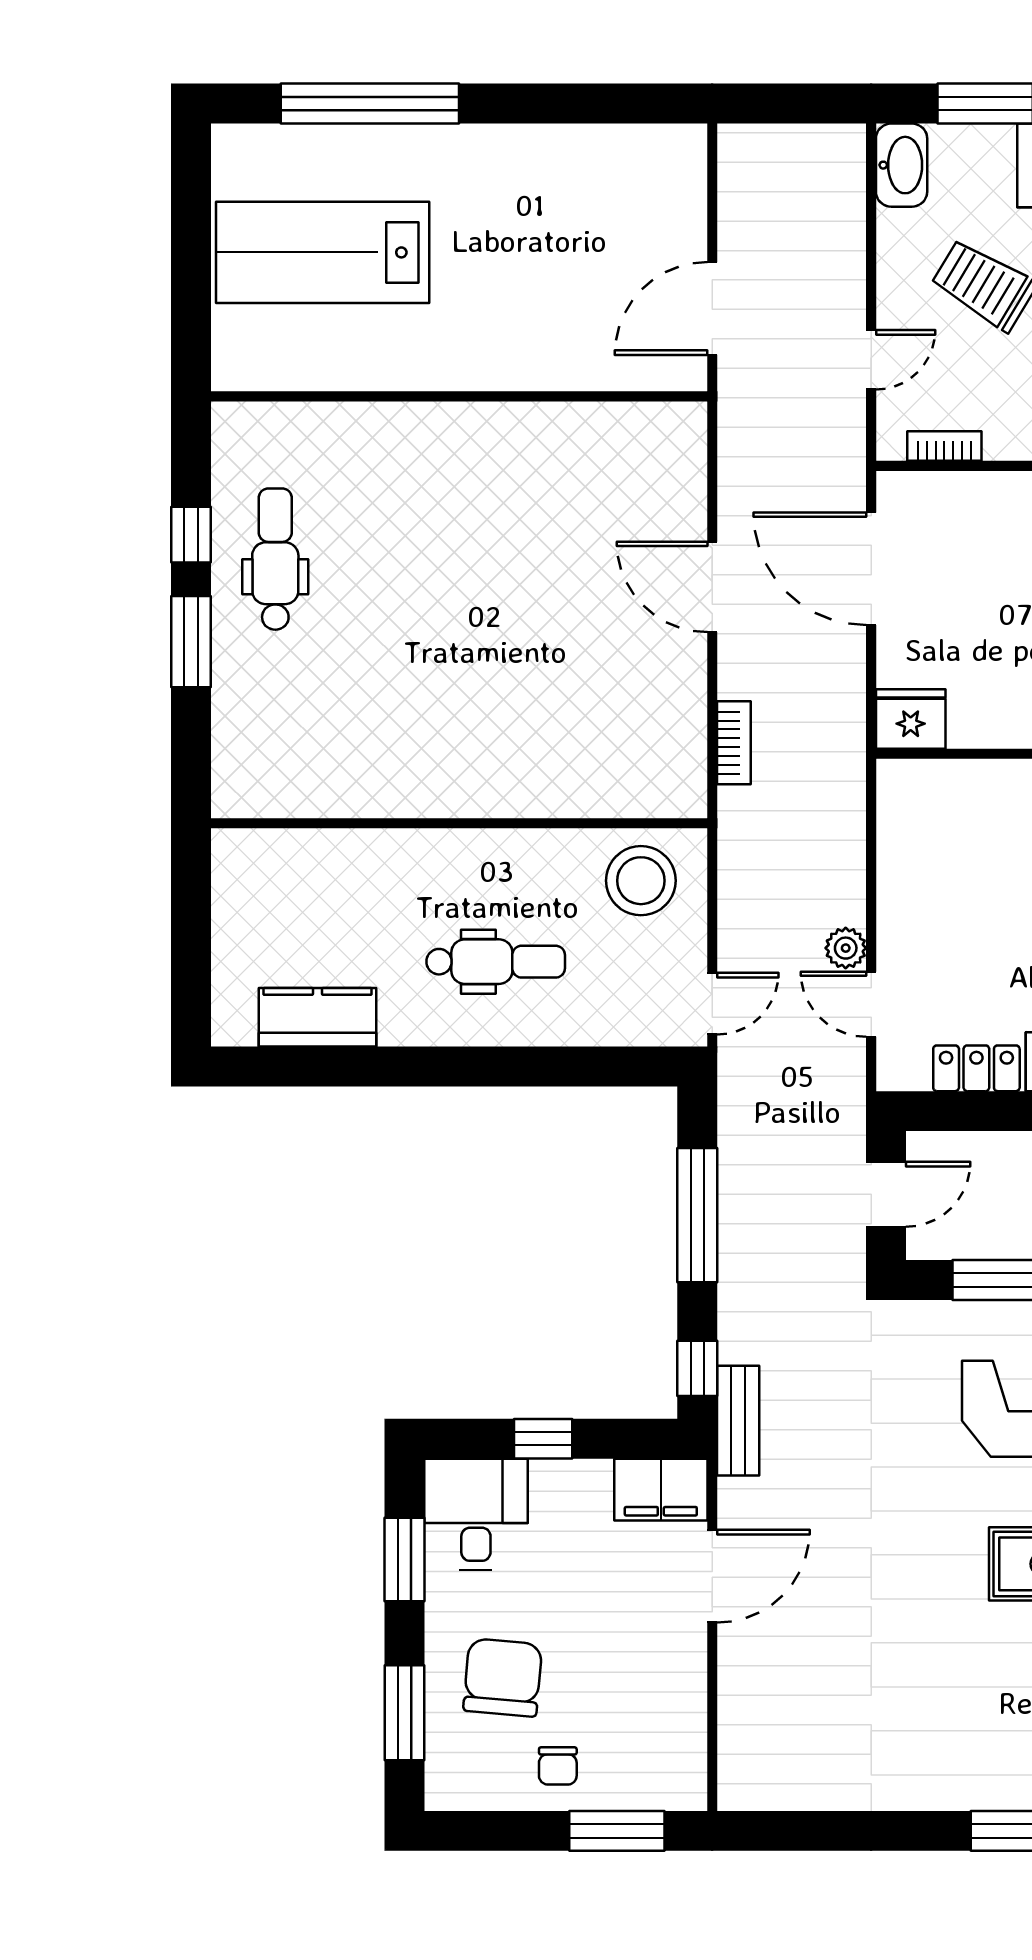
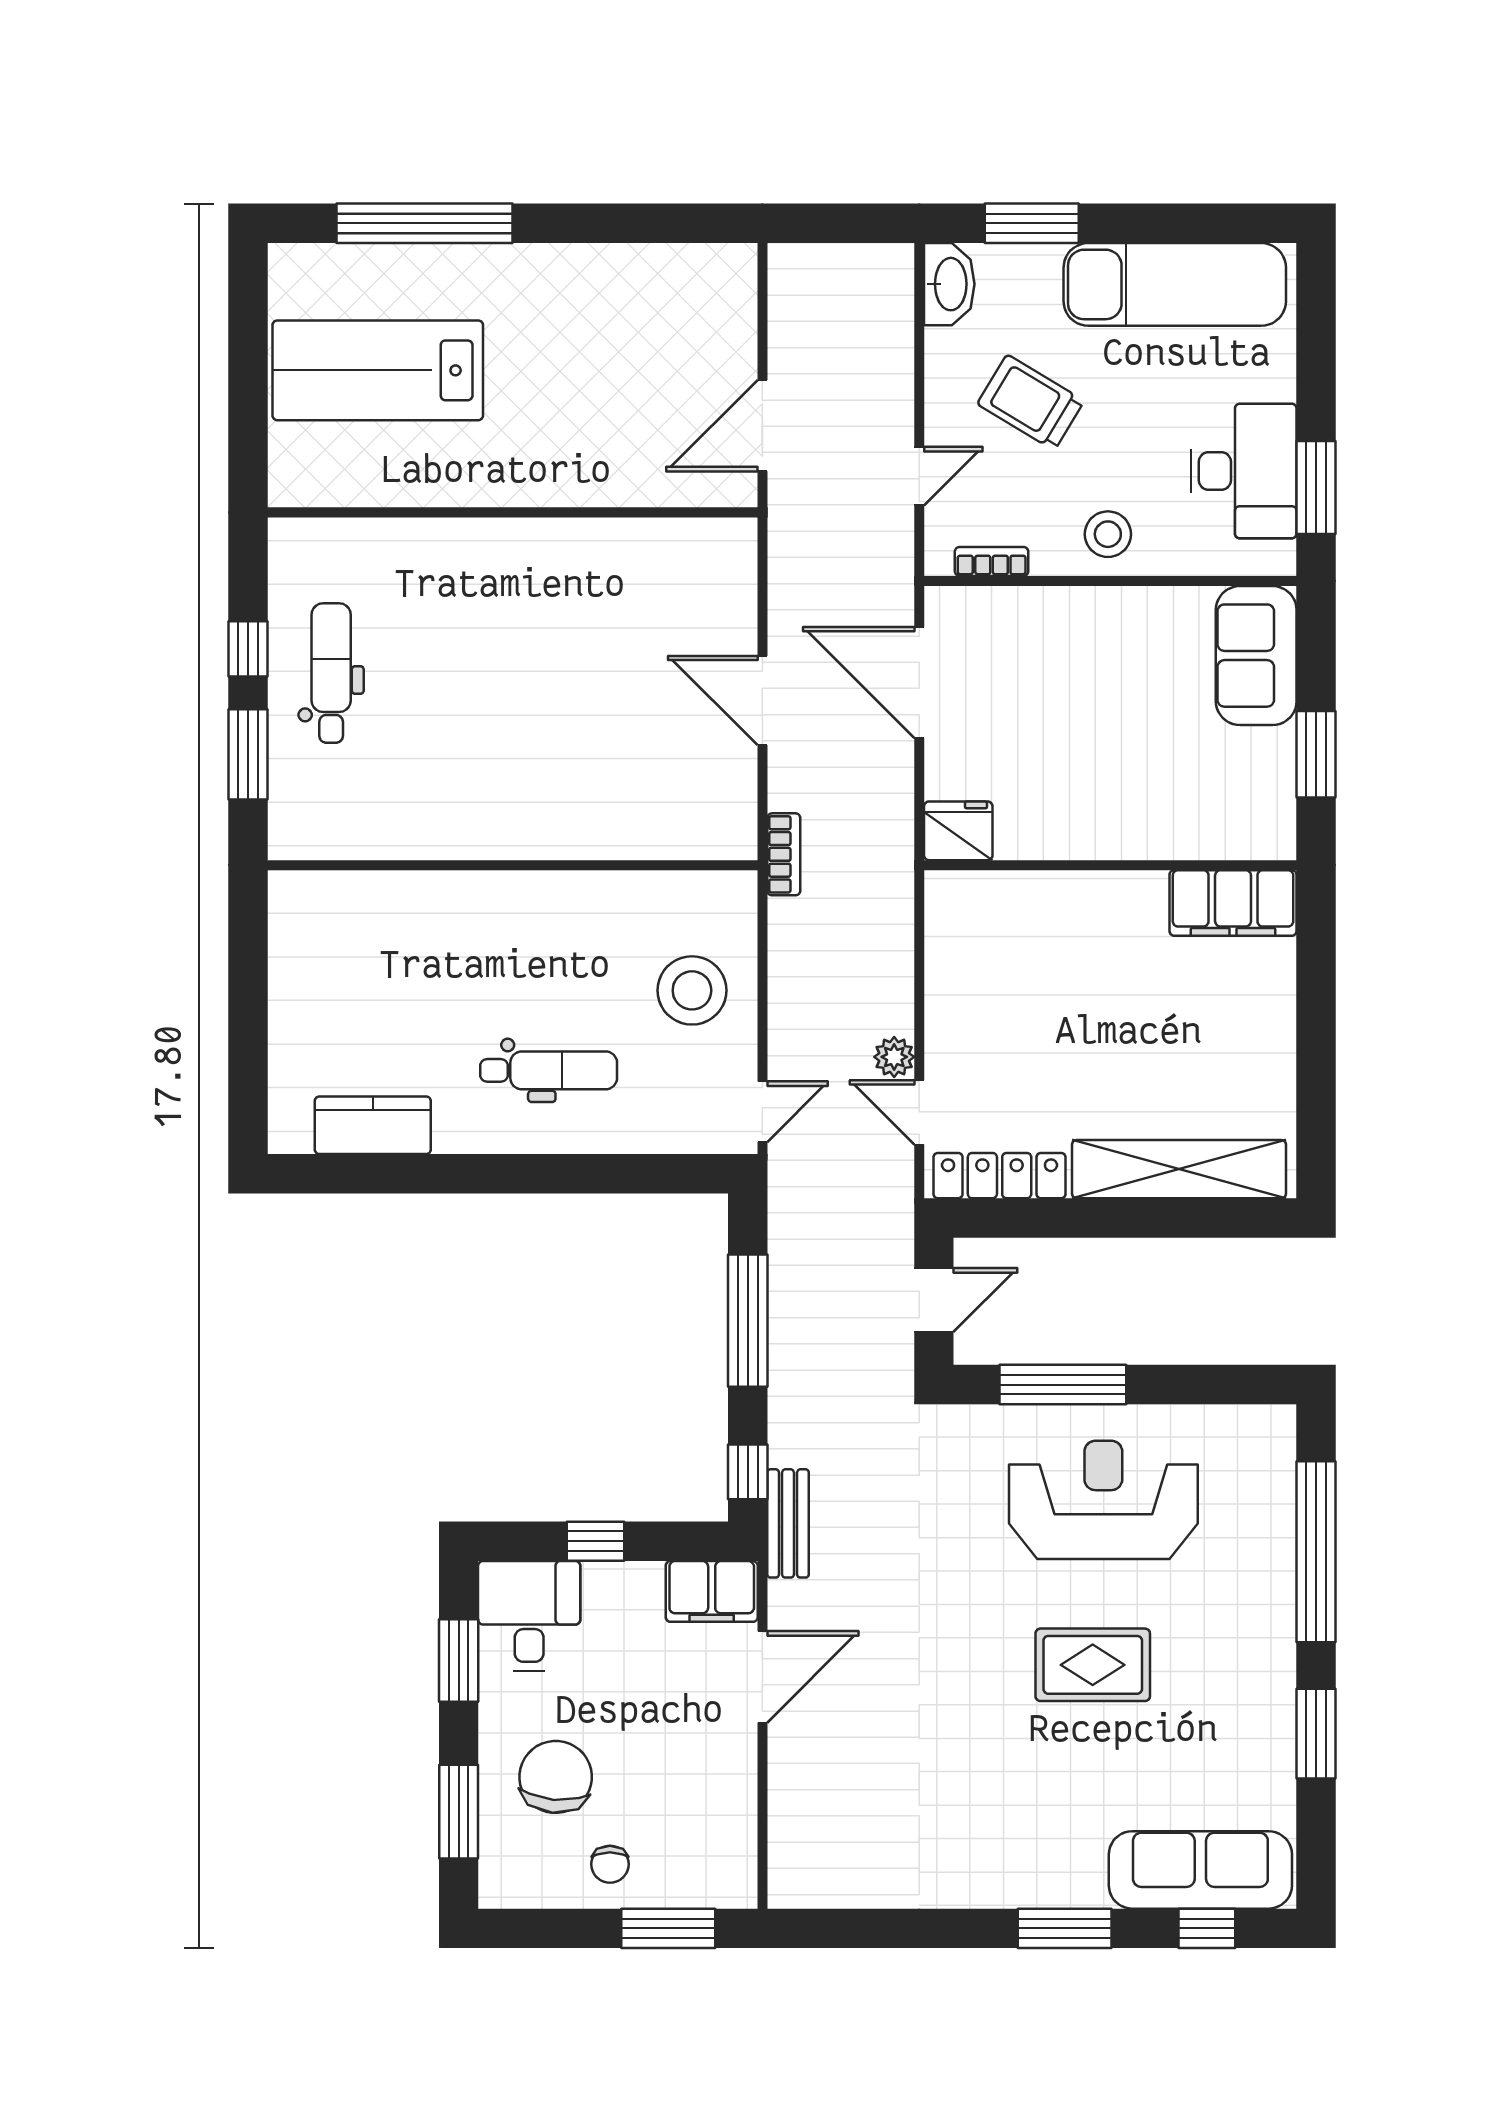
wall: (459, 823) -> (513, 865), moved
locker: (976, 1068) -> (1000, 1176), width x1.53

